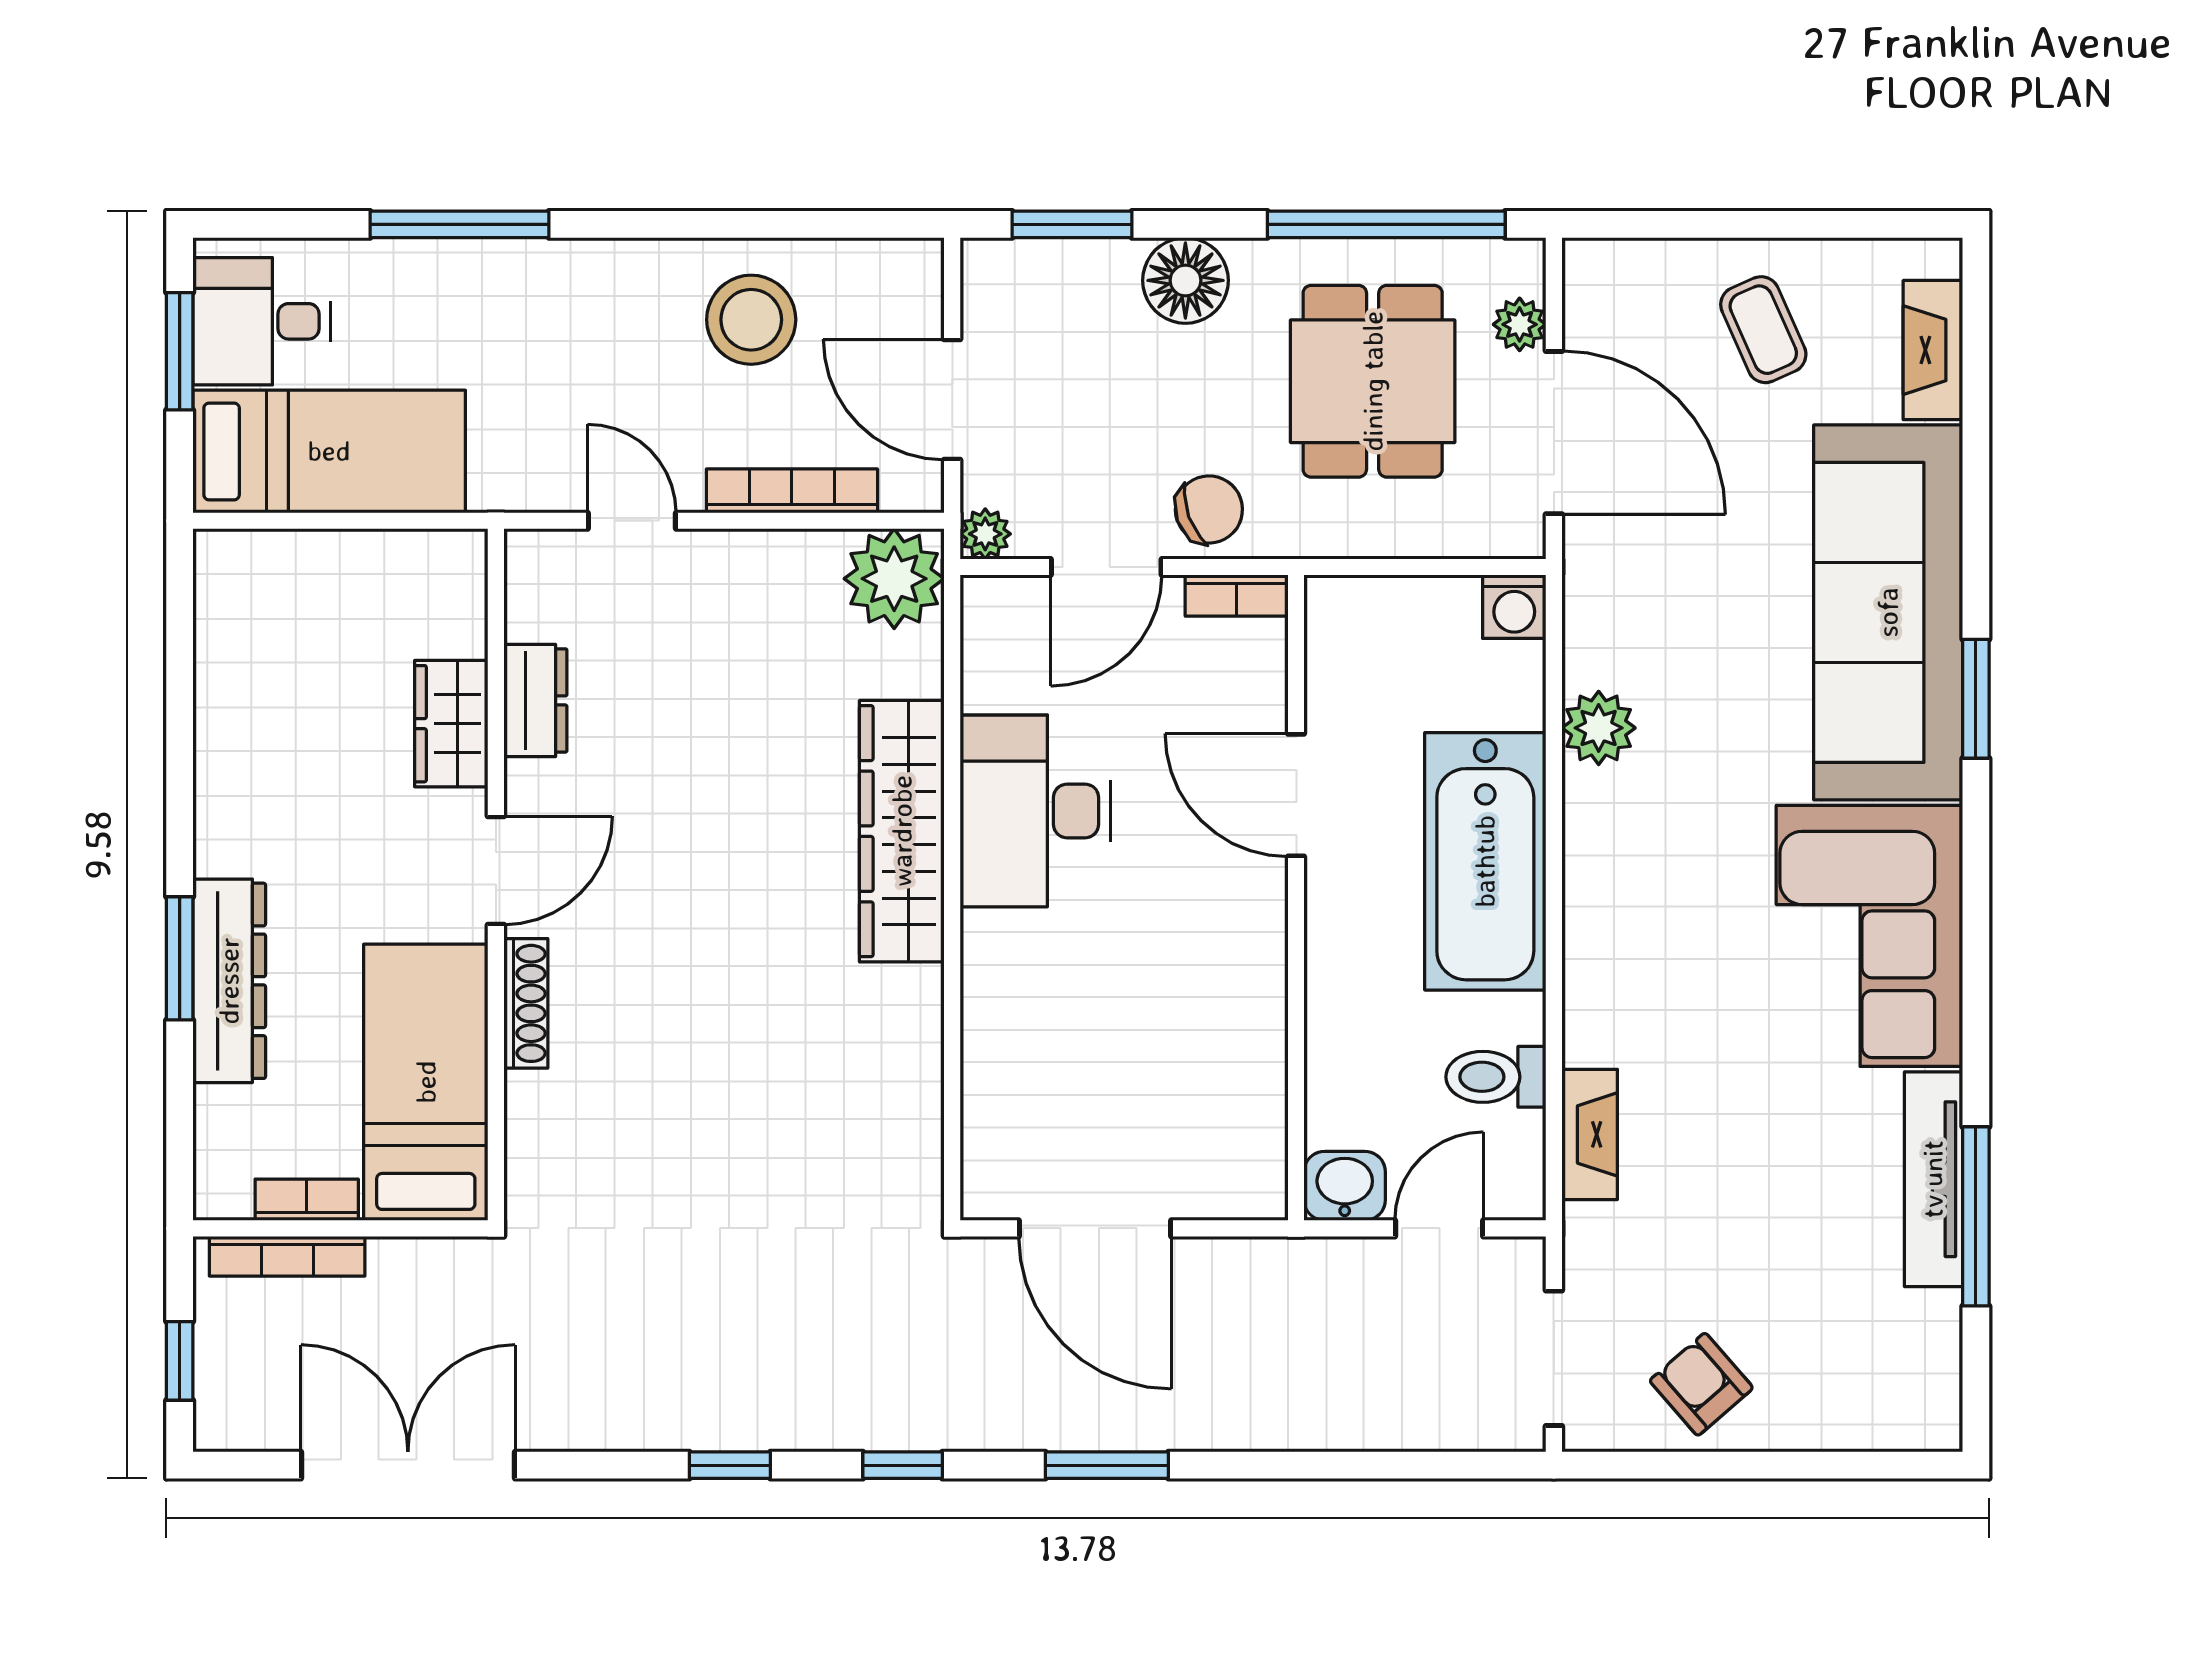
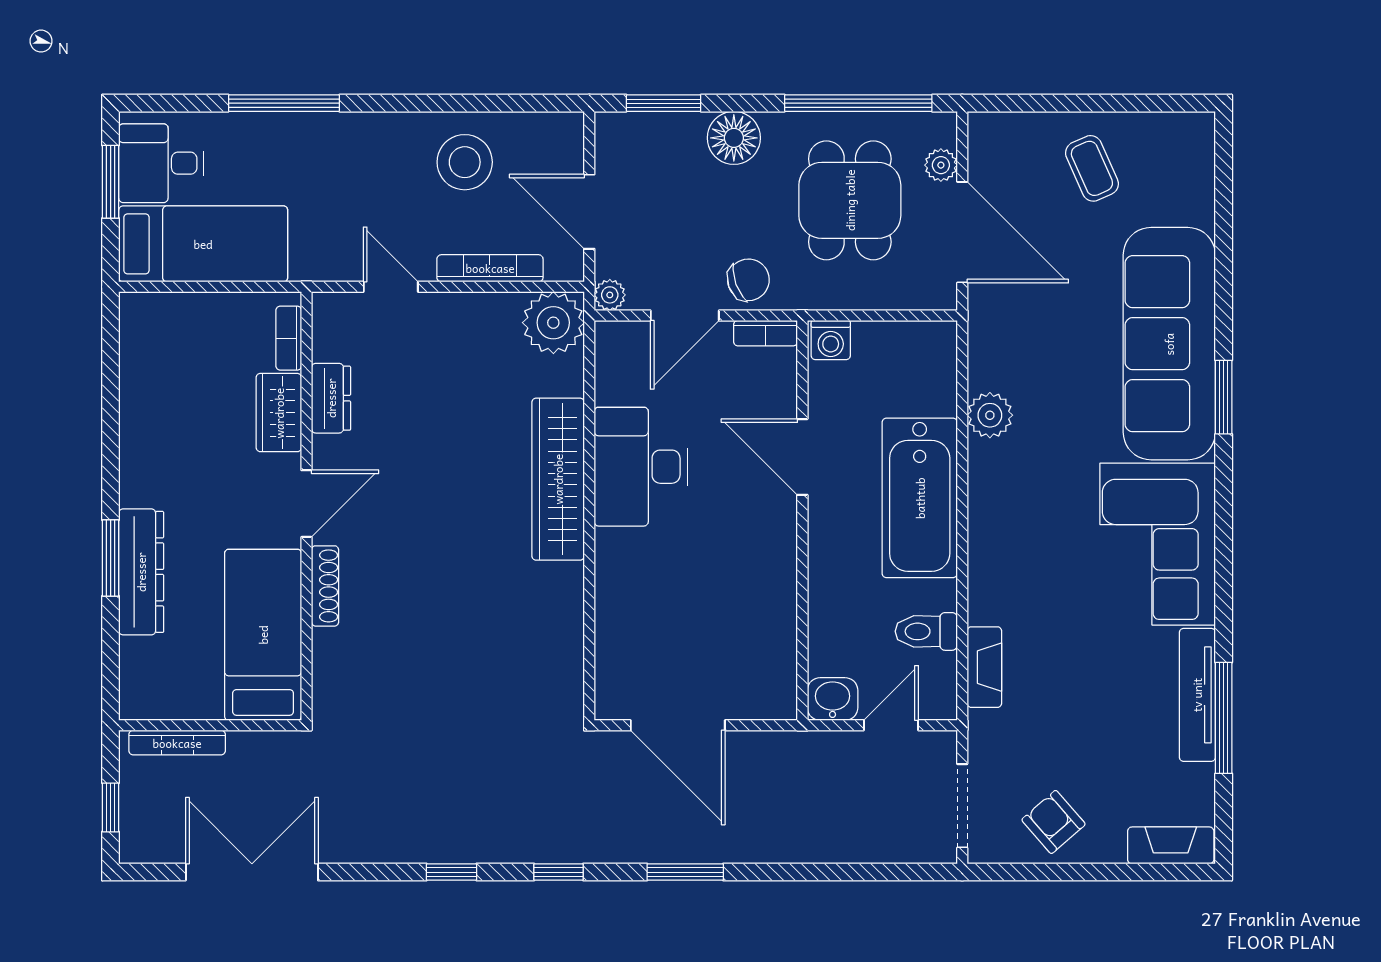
fireplace: (1933, 350) -> (1171, 845), moved, turned 90
washing machine: (1514, 607) -> (831, 340), moved
bookcase: (307, 1200) -> (289, 338), moved, turned -90

